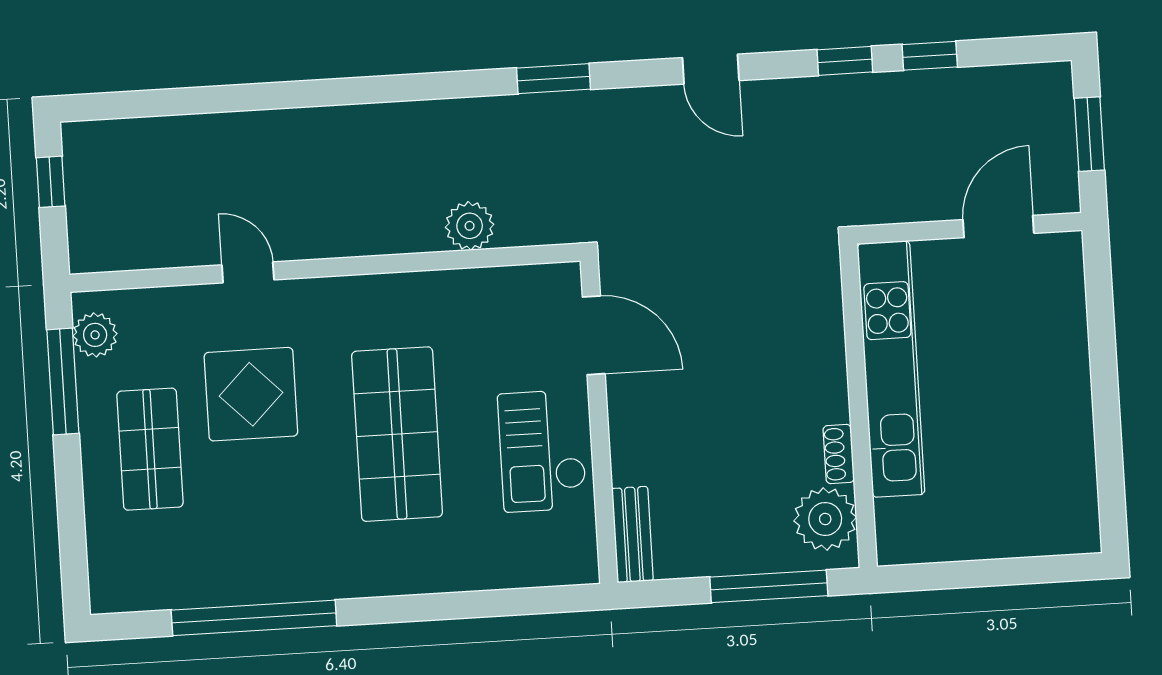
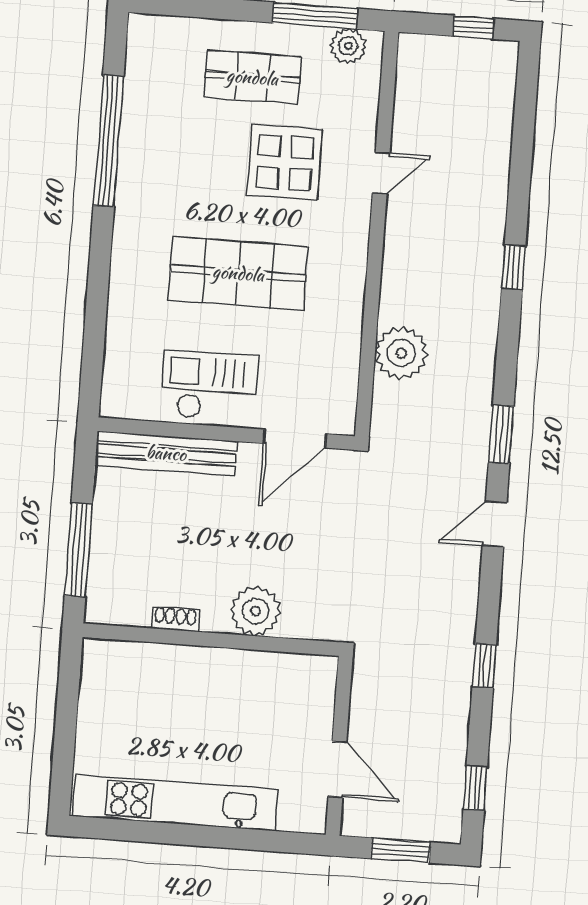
window: (930, 56) -> (475, 788), moved
door: (711, 69) -> (495, 524), moved
window: (343, 92) -> (514, 267), added
plant: (470, 226) -> (401, 353), width x1.36, depth x1.36
kitchen unit: (891, 369) -> (175, 803), moved, turned 180
plant: (825, 519) -> (256, 611), moved
bench: (632, 535) -> (166, 453), width x1.86, depth x1.21

